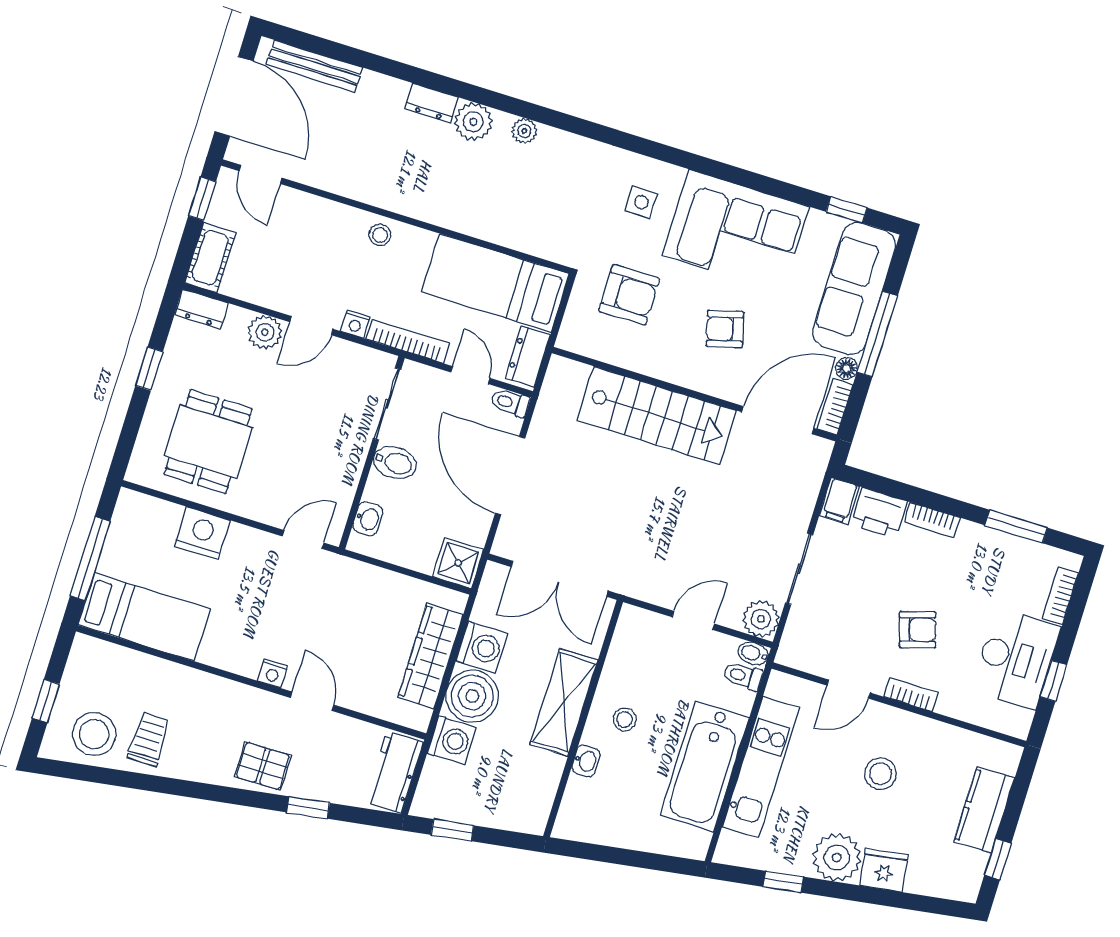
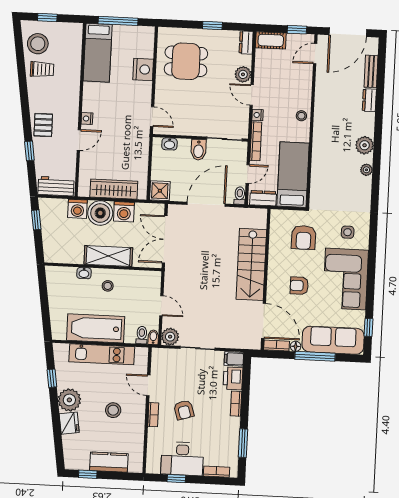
bench: (314, 66) -> (371, 71), width x0.73
dresser: (431, 103) -> (369, 100), moved
armchair: (725, 329) -> (299, 286), turned -75

